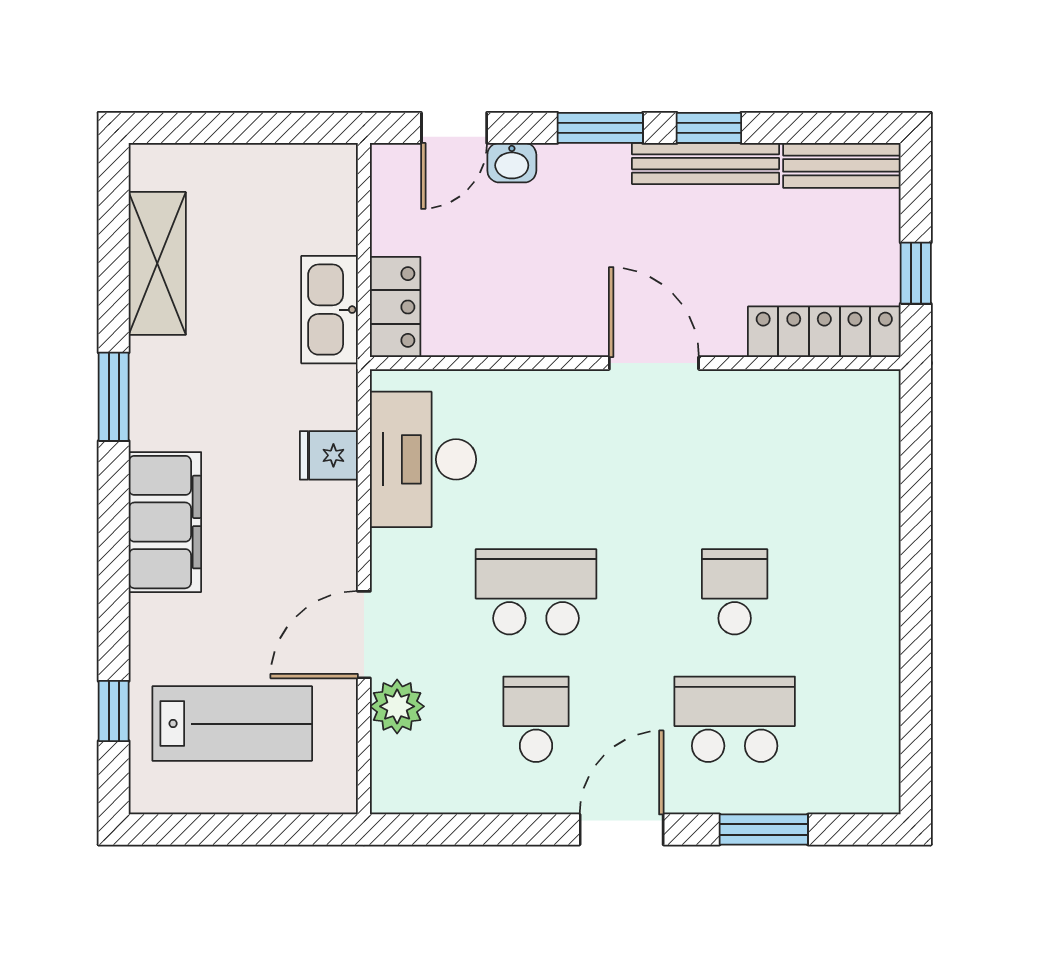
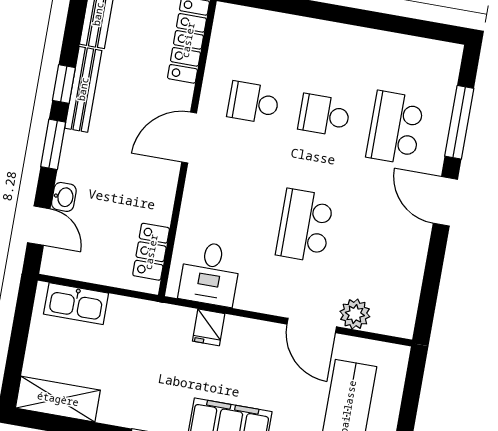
shelving: (157, 263) -> (58, 399), moved
locker: (395, 307) -> (151, 252), moved, turned -90
kitchen sink: (330, 310) -> (76, 304), moved
desk: (423, 459) -> (210, 274), width x0.73
school desk: (536, 719) -> (253, 103), moved
window: (764, 829) -> (459, 122), width x1.44

